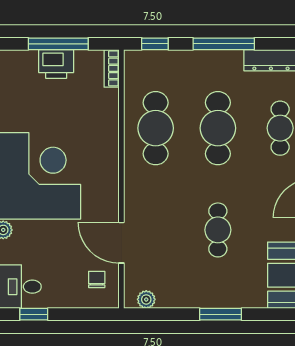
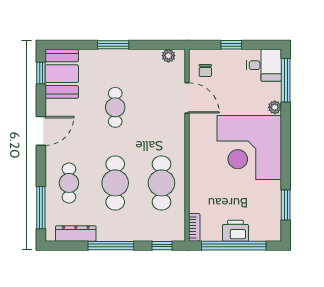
window: (58, 44) -> (234, 246), width x1.46
window: (34, 314) -> (231, 45), moved

